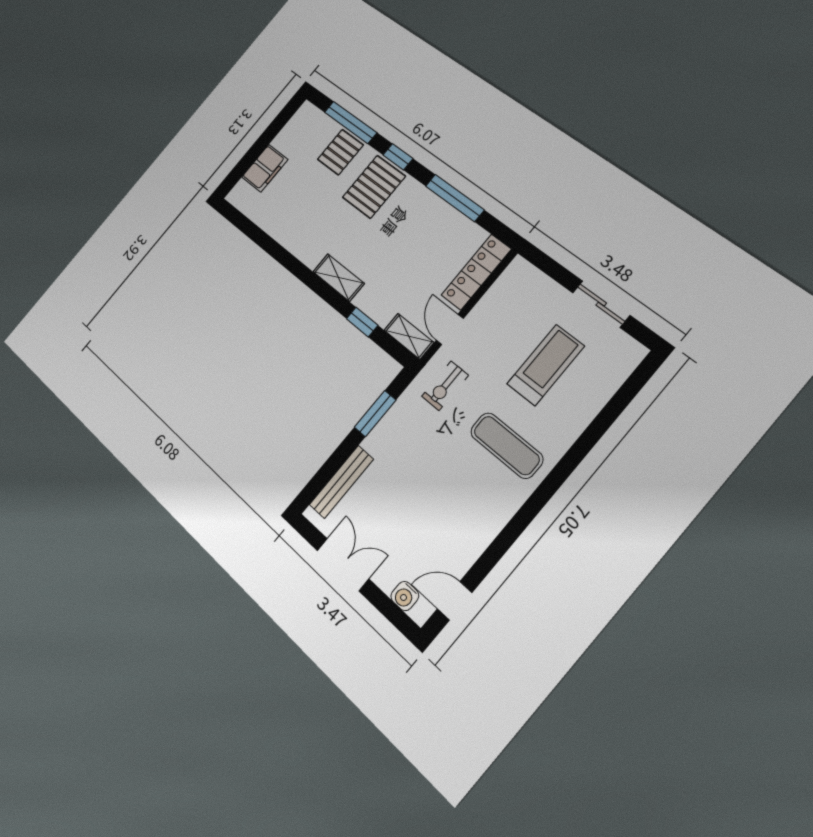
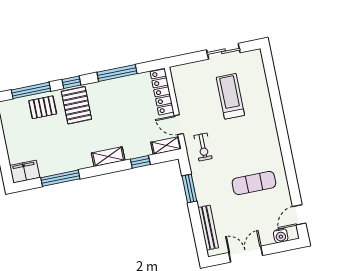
pallet: (340, 152) -> (43, 107), turned 90
filing cabinet: (265, 168) -> (25, 172), moved, turned -90
window: (269, 245) -> (60, 178), added
exercise mat: (507, 445) -> (254, 183), moved

